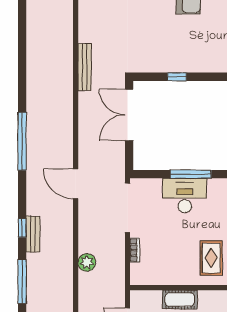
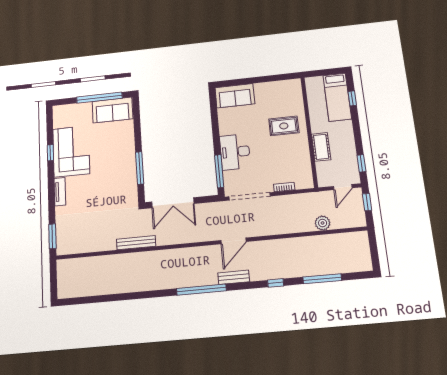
window: (177, 77) -> (140, 168), width x2.17
window: (191, 174) -> (219, 171), moved
bench: (33, 234) -> (234, 277), moved
plant: (87, 262) -> (323, 223), moved

